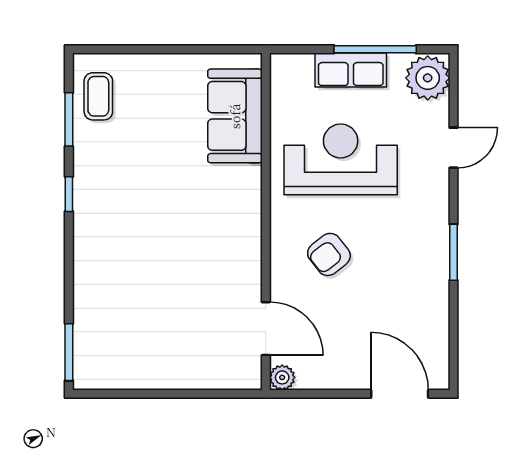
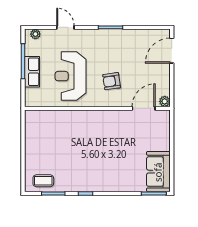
plant: (428, 78) -> (35, 34), width x0.53, depth x0.53
sofa: (235, 116) -> (158, 172), moved, turned 90
armchair: (329, 254) -> (112, 81), turned 120

